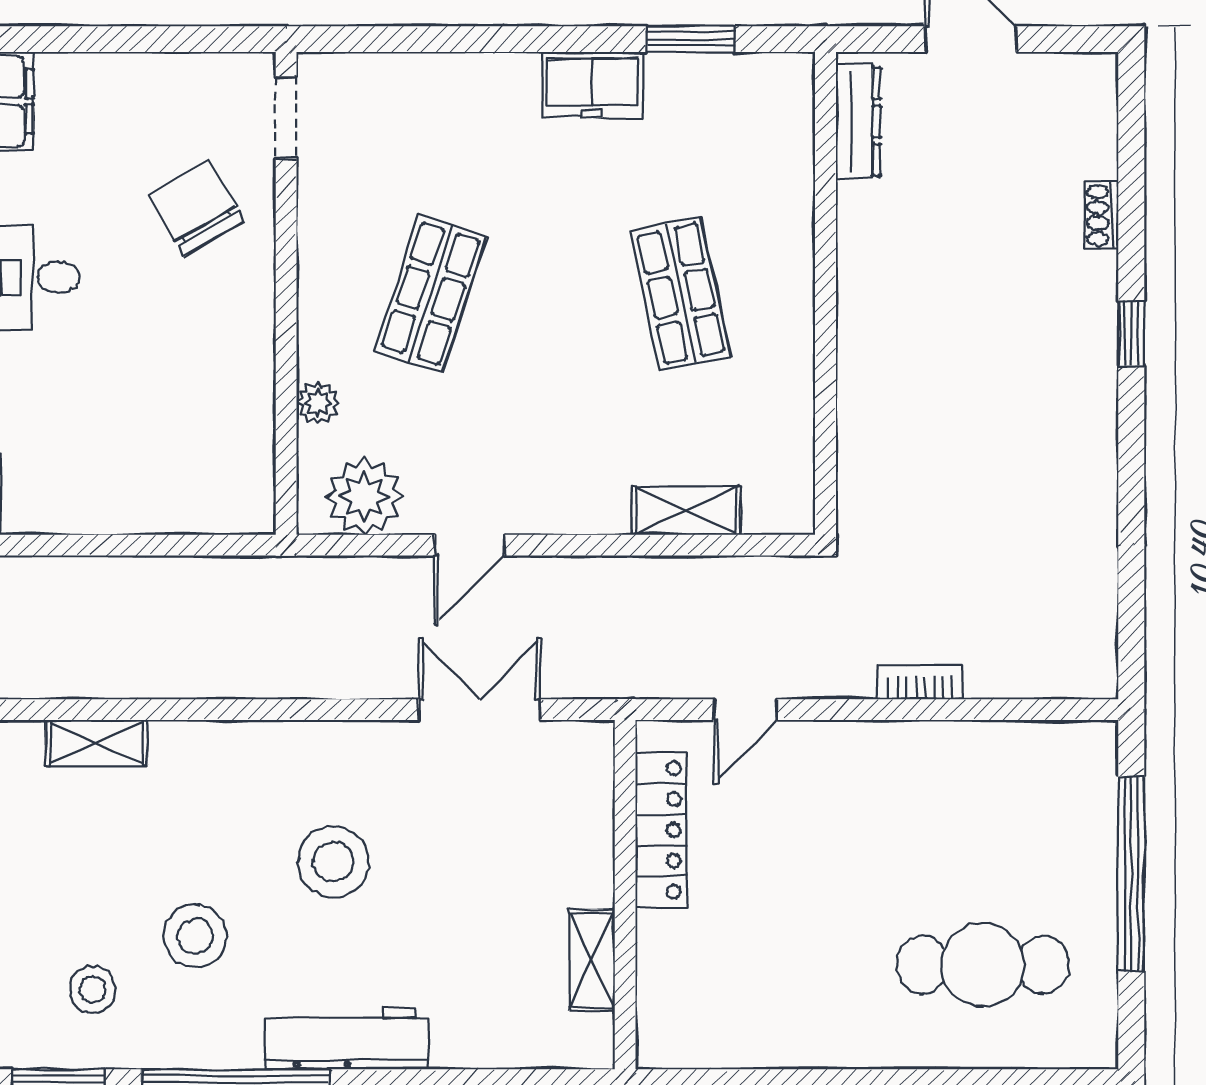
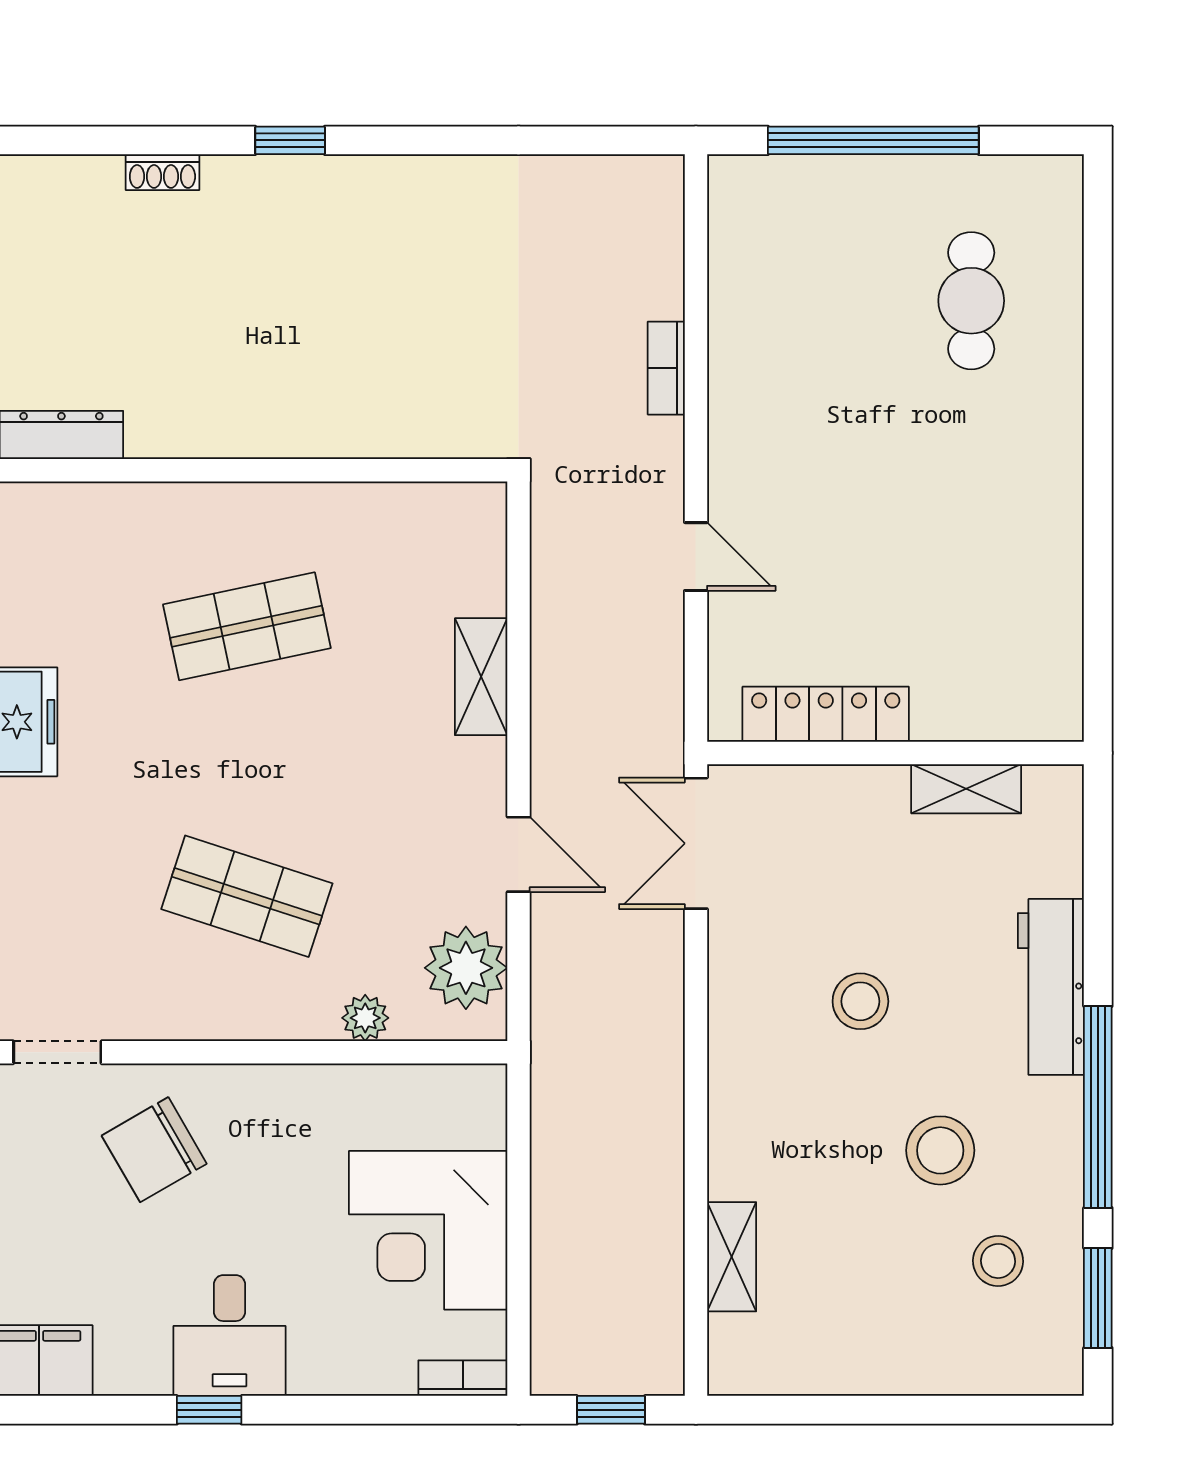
corner desk: (121, 461) -> (428, 1230), added
shelving: (686, 511) -> (481, 677), moved
locker: (661, 830) -> (826, 714), moved
stool: (333, 862) -> (860, 1001), width x0.73, depth x0.73
wall: (625, 895) -> (895, 753), moved
shelving: (592, 960) -> (966, 789), moved
cafe table: (983, 965) -> (971, 301), width x0.73, depth x0.74

